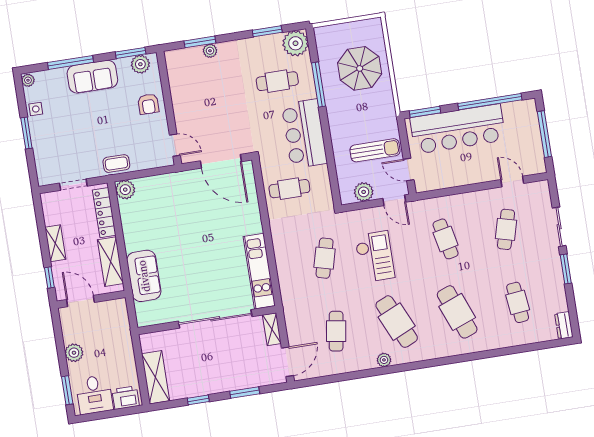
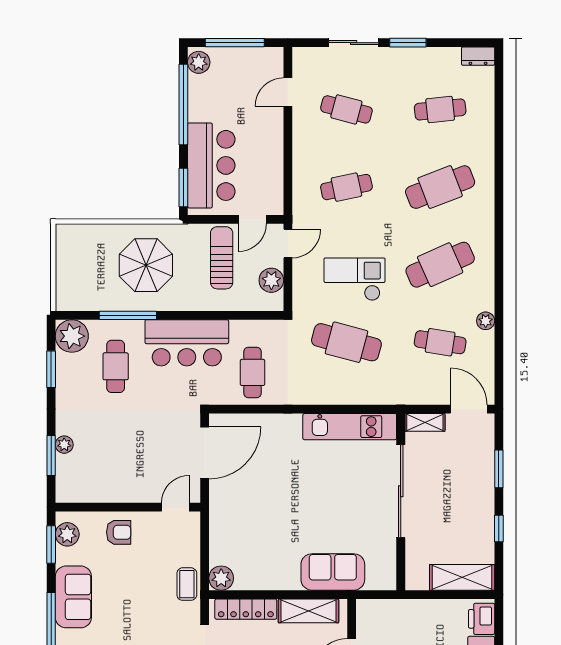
parasol: (360, 68) -> (146, 265), moved
plant: (525, 108) -> (199, 62), added
bar counter: (458, 129) -> (211, 165), width x0.73
cafe table: (325, 258) -> (346, 342), width x1.37, depth x1.35
plant: (384, 360) -> (486, 321), moved

